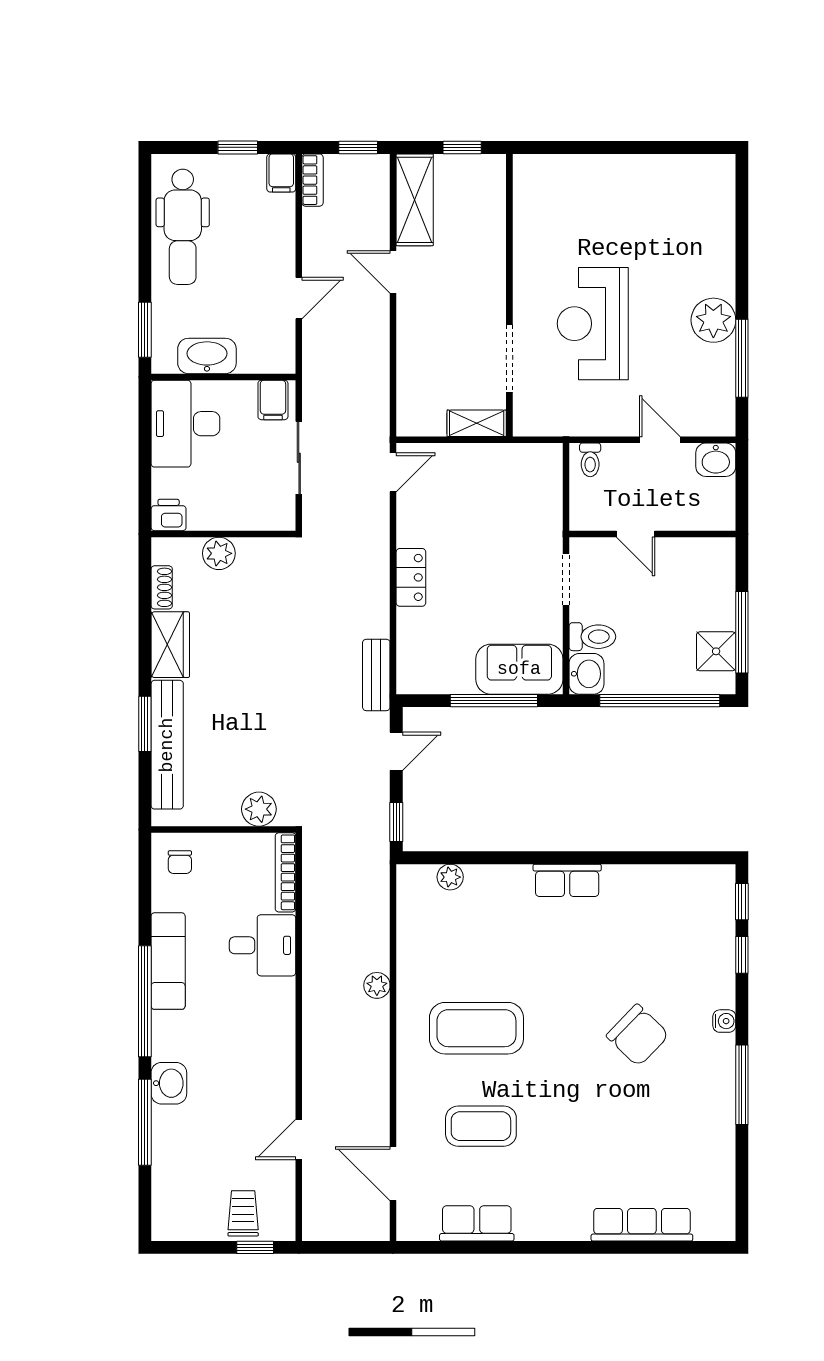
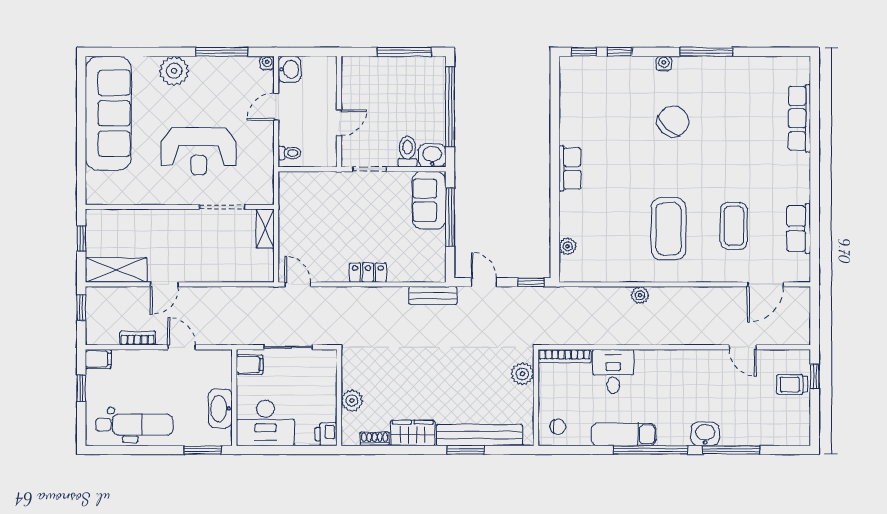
bookcase: (312, 180) -> (138, 338), moved
sofa: (650, 188) -> (108, 113), added
plant: (713, 320) -> (174, 71), moved
water cooler: (725, 426) -> (267, 63), added
shower: (716, 651) -> (417, 69), removed

